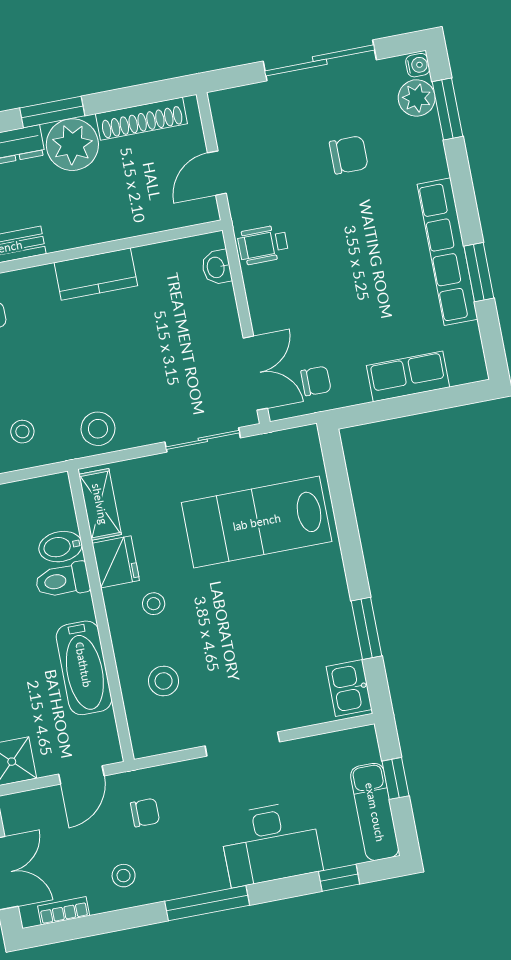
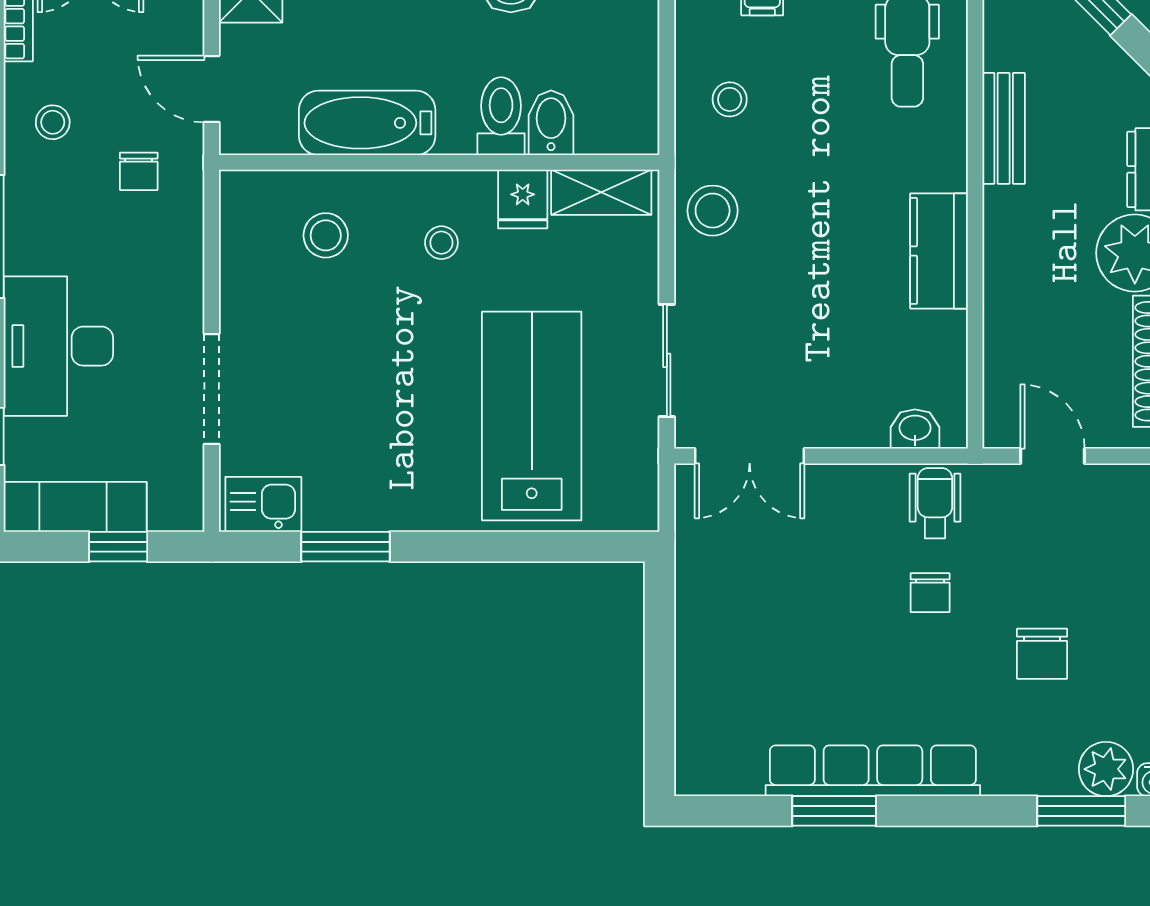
row of seats: (408, 376) -> (702, 678), removed
chair: (316, 381) -> (930, 593), moved
fridge: (116, 562) -> (523, 199), width x0.72
doorway: (242, 744) -> (212, 389), moved

